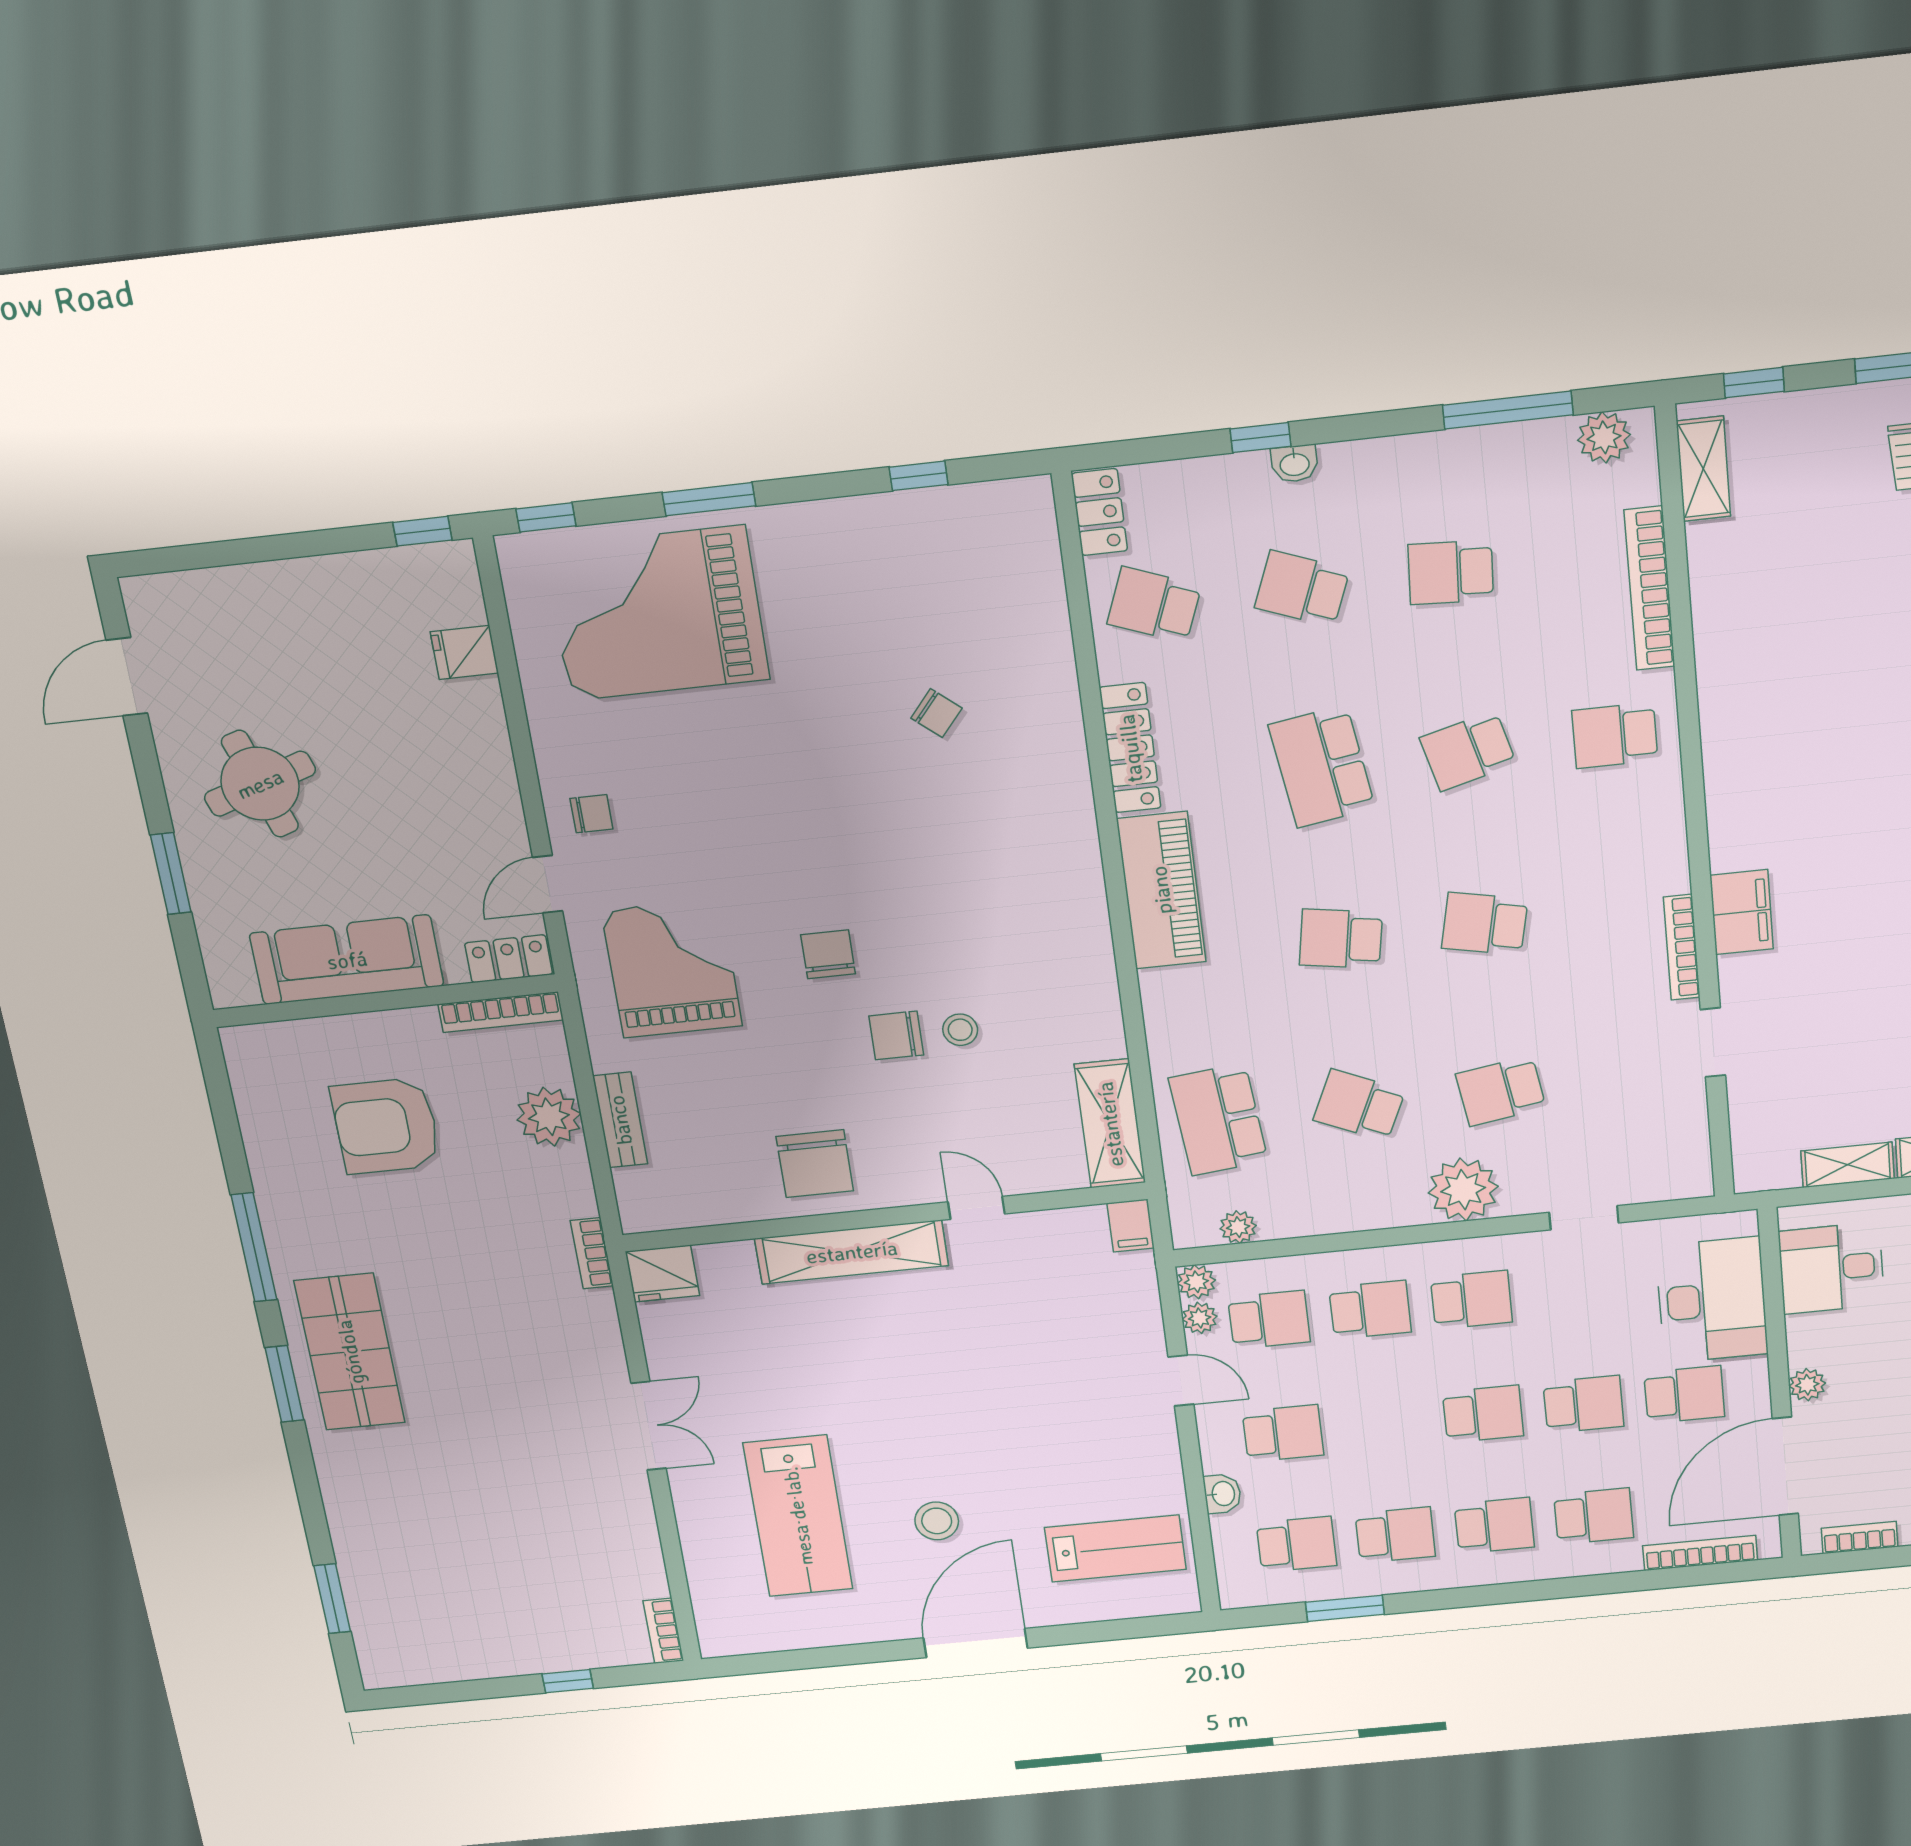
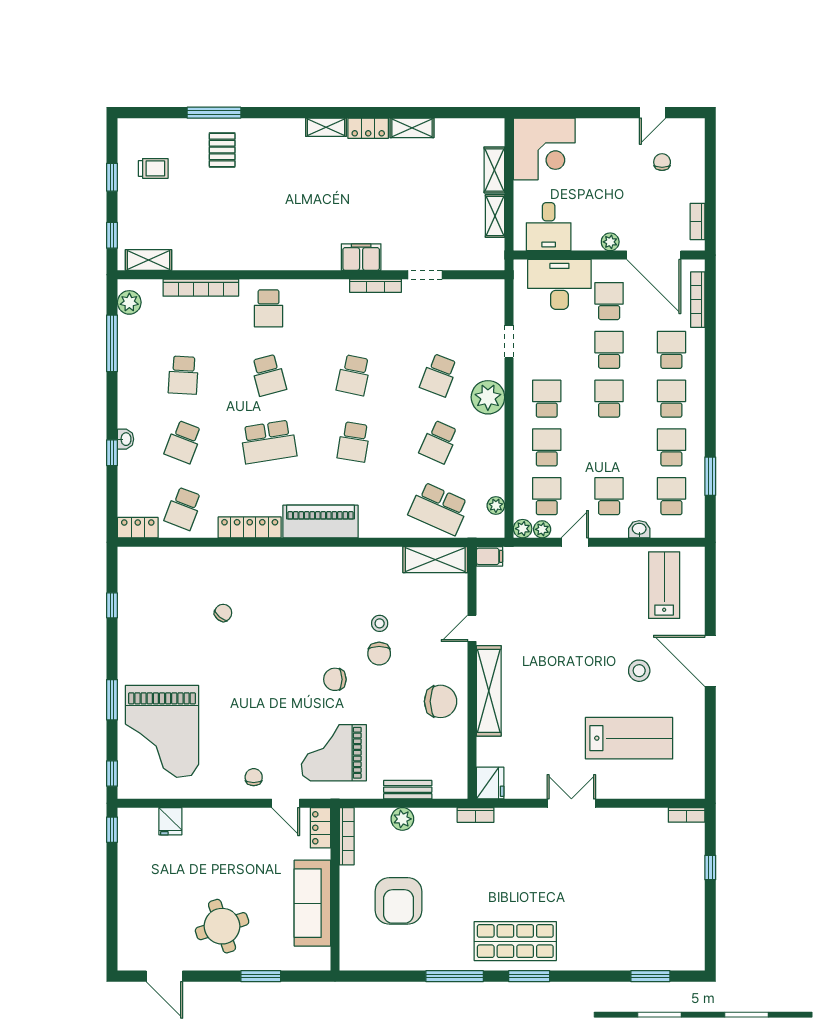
school desk: (1501, 1091) -> (439, 375), turned 30
plant: (549, 1117) -> (402, 819), width x0.73, depth x0.73
school desk: (1218, 1120) -> (439, 509), turned 30

